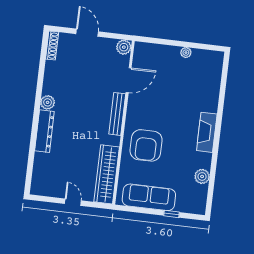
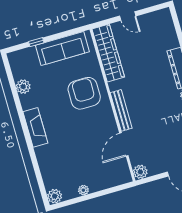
plant: (216, 58) -> (55, 196), added

